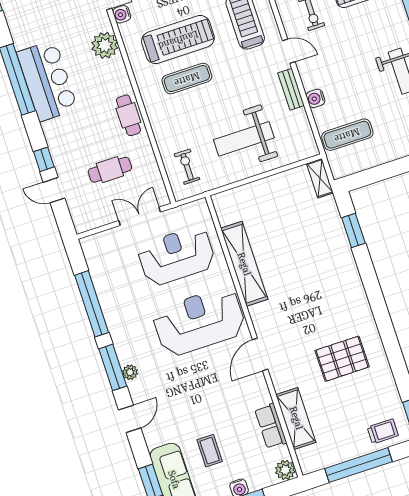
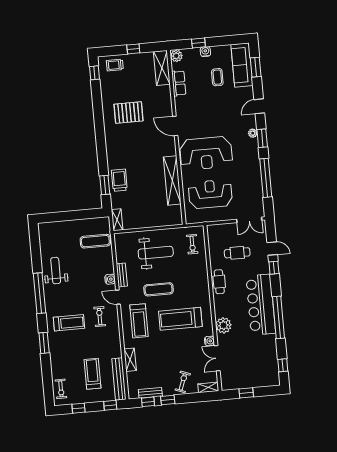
exercise mat: (187, 79) -> (159, 289), moved
bar counter: (47, 81) -> (261, 305), width x1.36
water cooler: (315, 98) -> (110, 279), moved
double door: (140, 216) -> (249, 220), moved
trolley: (331, 244) -> (119, 180), added
reception desk: (176, 256) -> (210, 194), turned 180
door: (260, 354) -> (175, 126), swing flipped
window: (113, 367) -> (262, 138), width x0.69
shelving: (296, 418) -> (162, 68), moved
window: (358, 465) -> (133, 49), width x0.32

